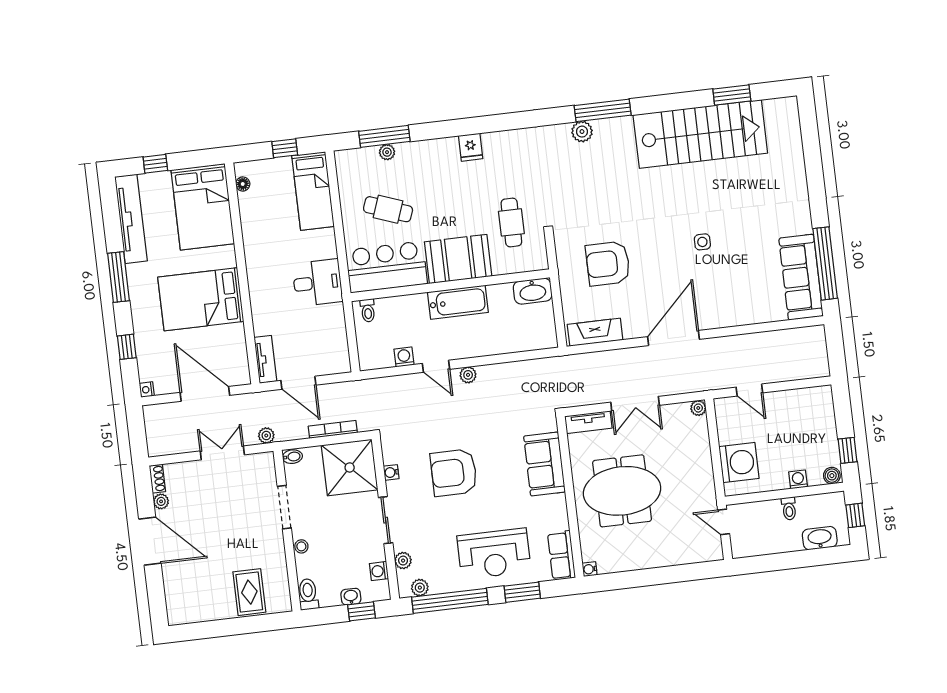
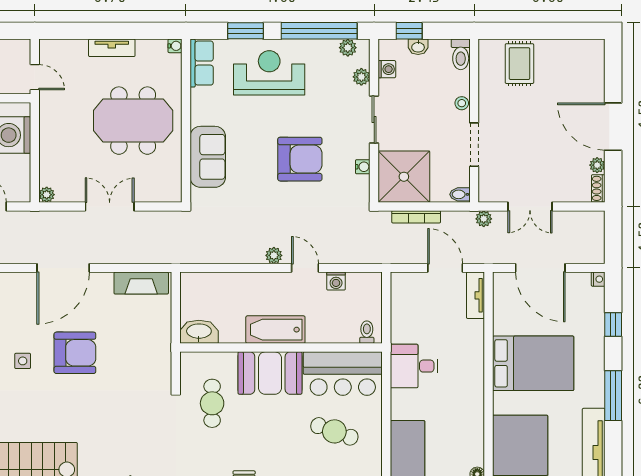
armchair: (608, 264) -> (75, 353), moved
tv unit: (588, 422) -> (112, 48), moved, turned 180

